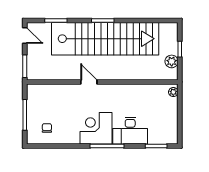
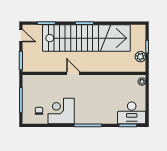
corner desk: (96, 128) -> (61, 111), moved
desk: (130, 131) -> (132, 113), moved

